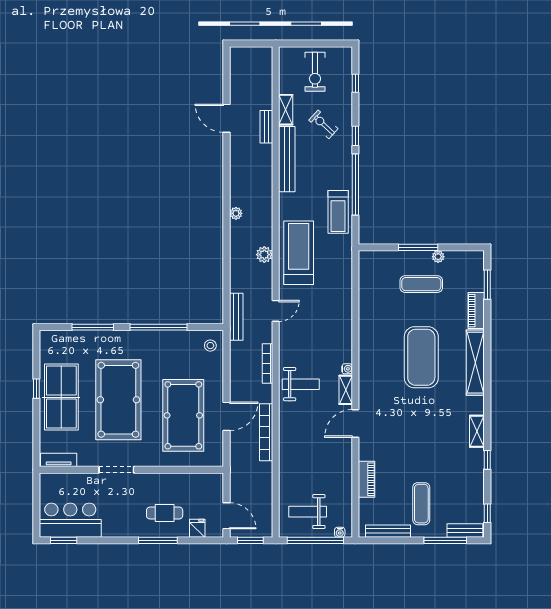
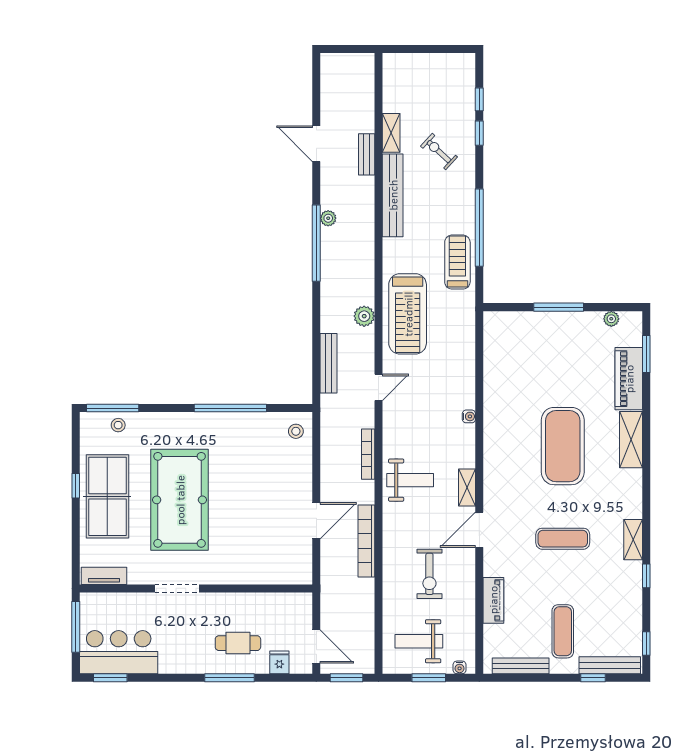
exercise bike: (315, 72) -> (429, 574), moved
window: (355, 136) -> (479, 133), moved
window: (227, 197) -> (316, 243), added
treadmill: (338, 212) -> (457, 262), turned 180
plant: (236, 213) -> (328, 218), moved
treadmill: (299, 253) -> (408, 314), turned 180
plant: (438, 257) -> (611, 319), moved
exercise mat: (421, 284) -> (563, 539), moved
piano: (476, 311) -> (629, 379), width x1.37, depth x1.33
bench: (236, 317) -> (329, 363), moved
window: (93, 327) -> (113, 408), moved
stool: (70, 341) -> (118, 425), added
shelving: (475, 363) -> (631, 440), width x0.68
water cooler: (347, 369) -> (469, 416), moved
pool table: (183, 415) -> (262, 520), removed
window: (36, 500) -> (76, 627), added
bench: (465, 530) -> (610, 665), width x1.36
window: (315, 540) -> (429, 678), width x0.47
window: (445, 540) -> (593, 678), width x0.46

